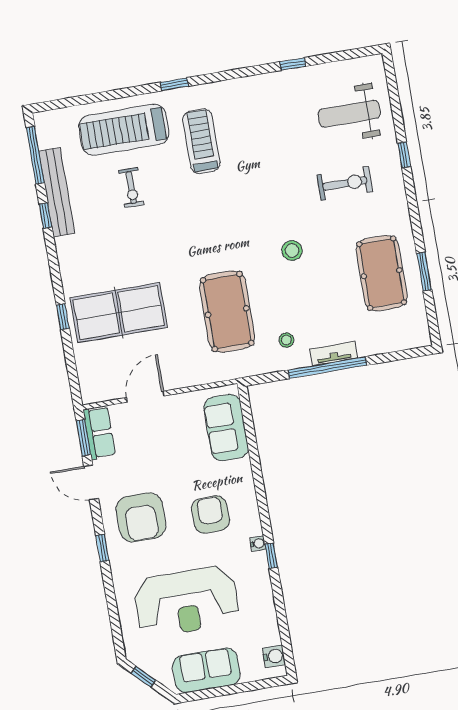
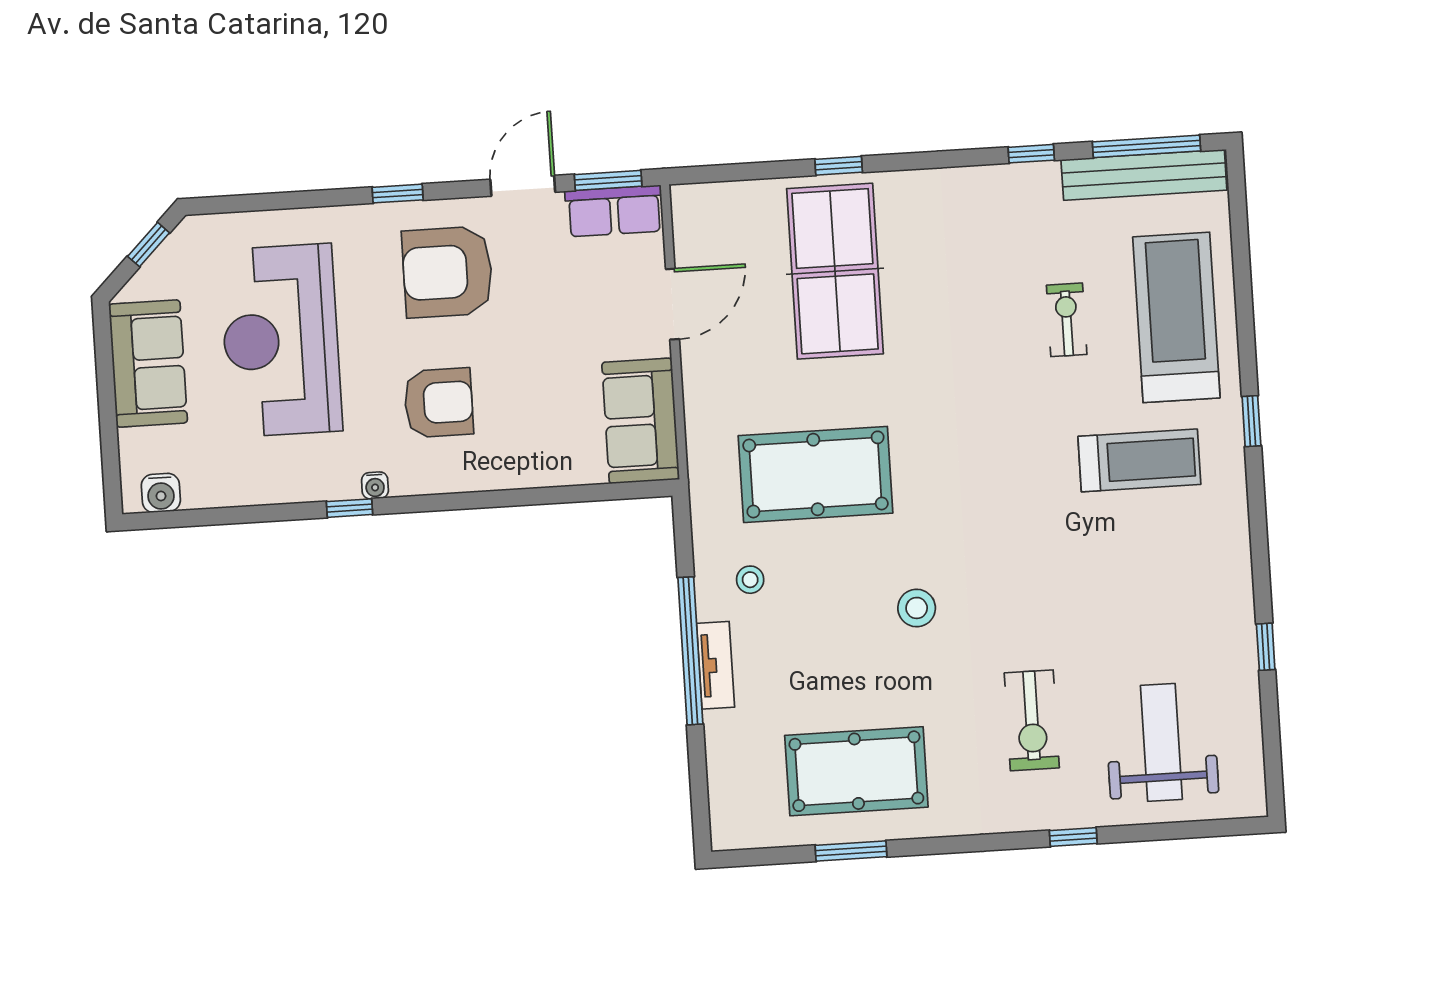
exercise bike: (131, 188) -> (1067, 320), turned 90
bench: (57, 192) -> (1144, 175), moved
door: (145, 397) -> (672, 304), hinge flipped
sofa: (226, 428) -> (641, 421), moved, turned -90

